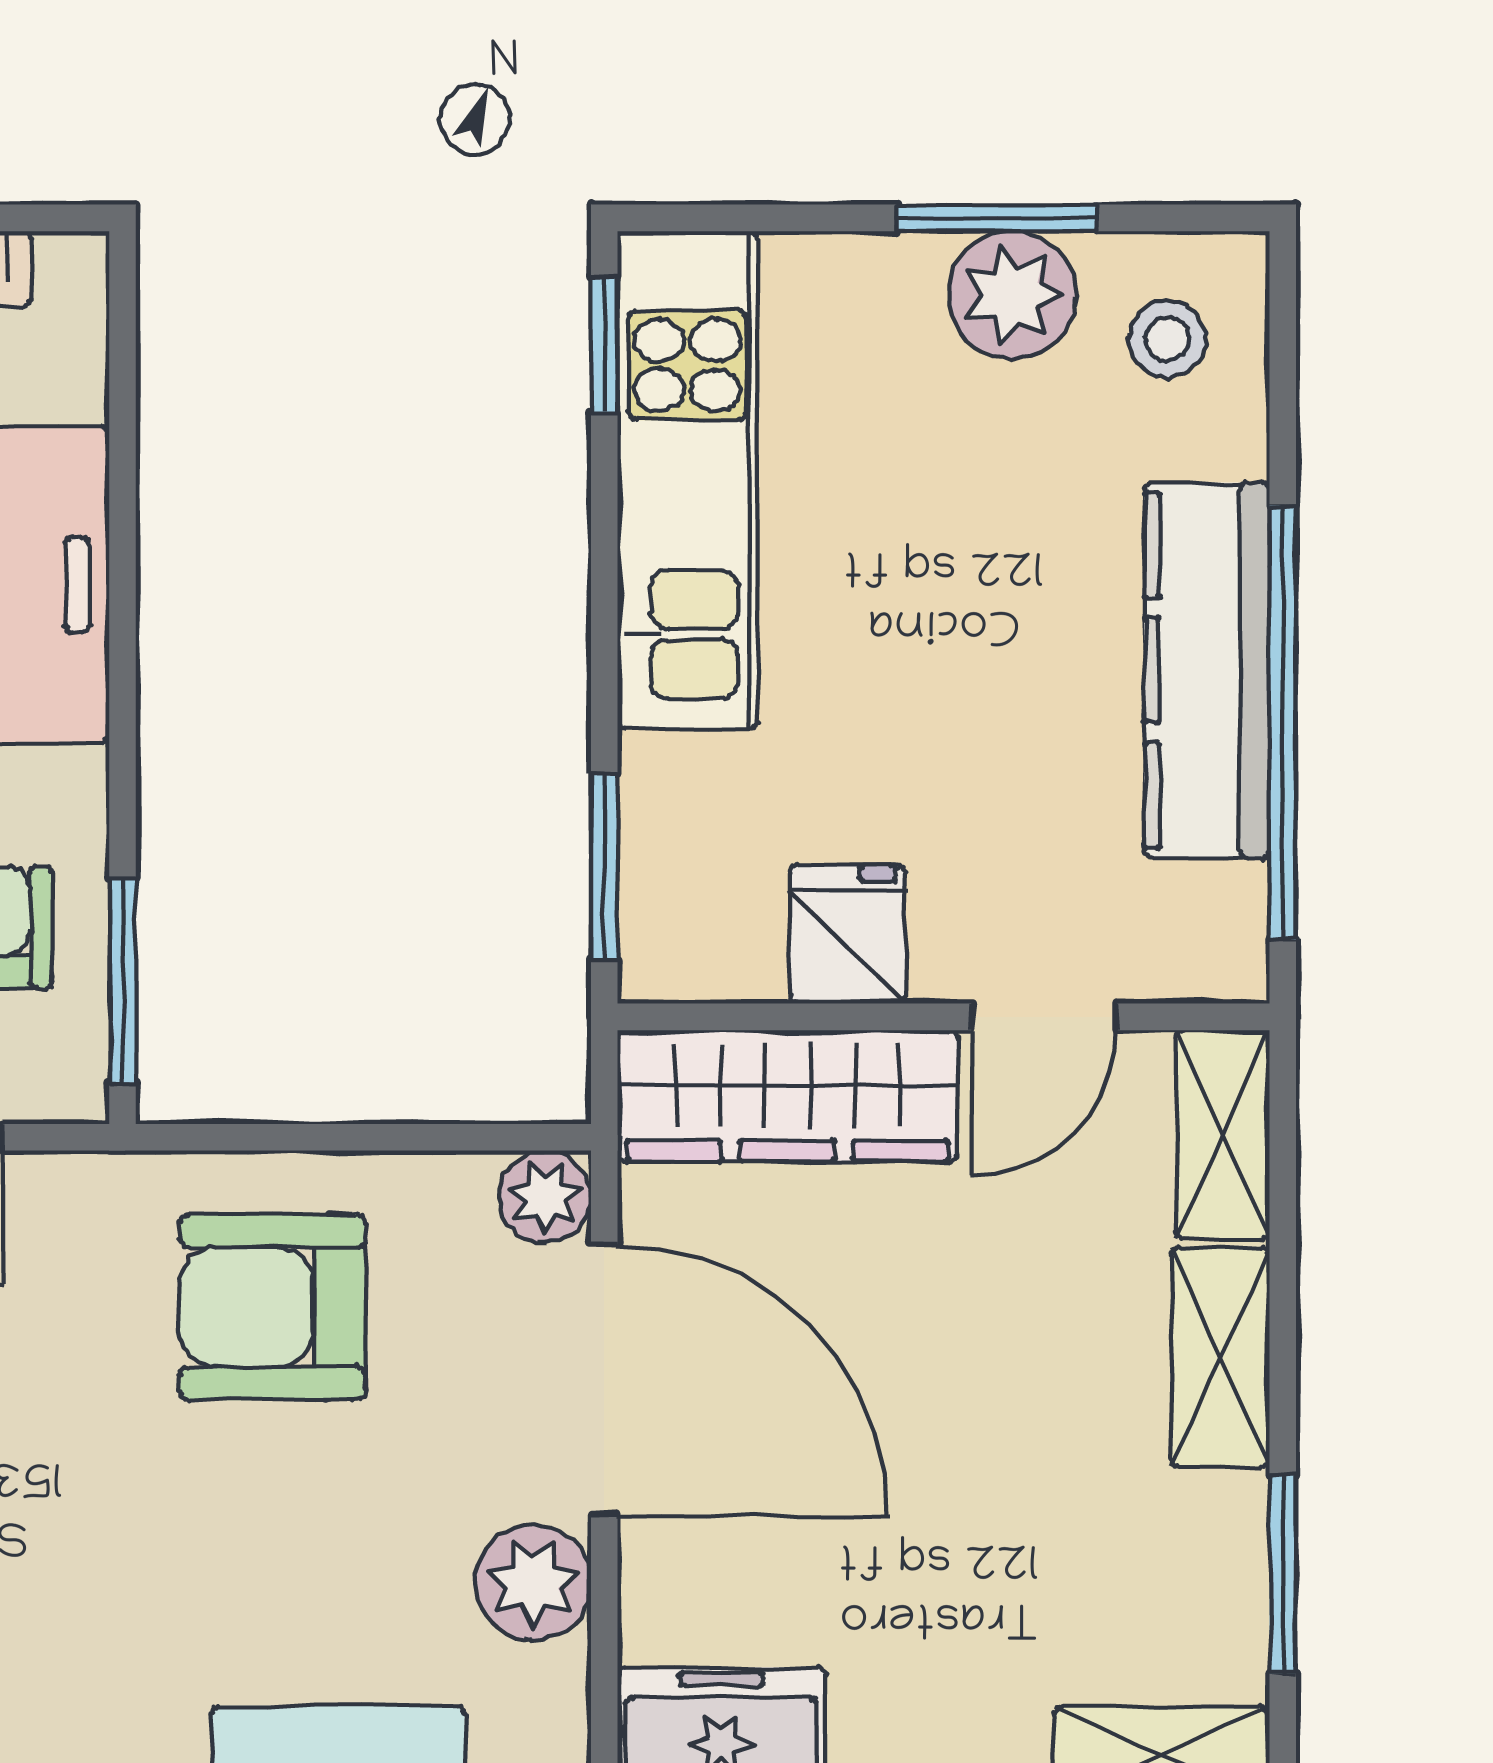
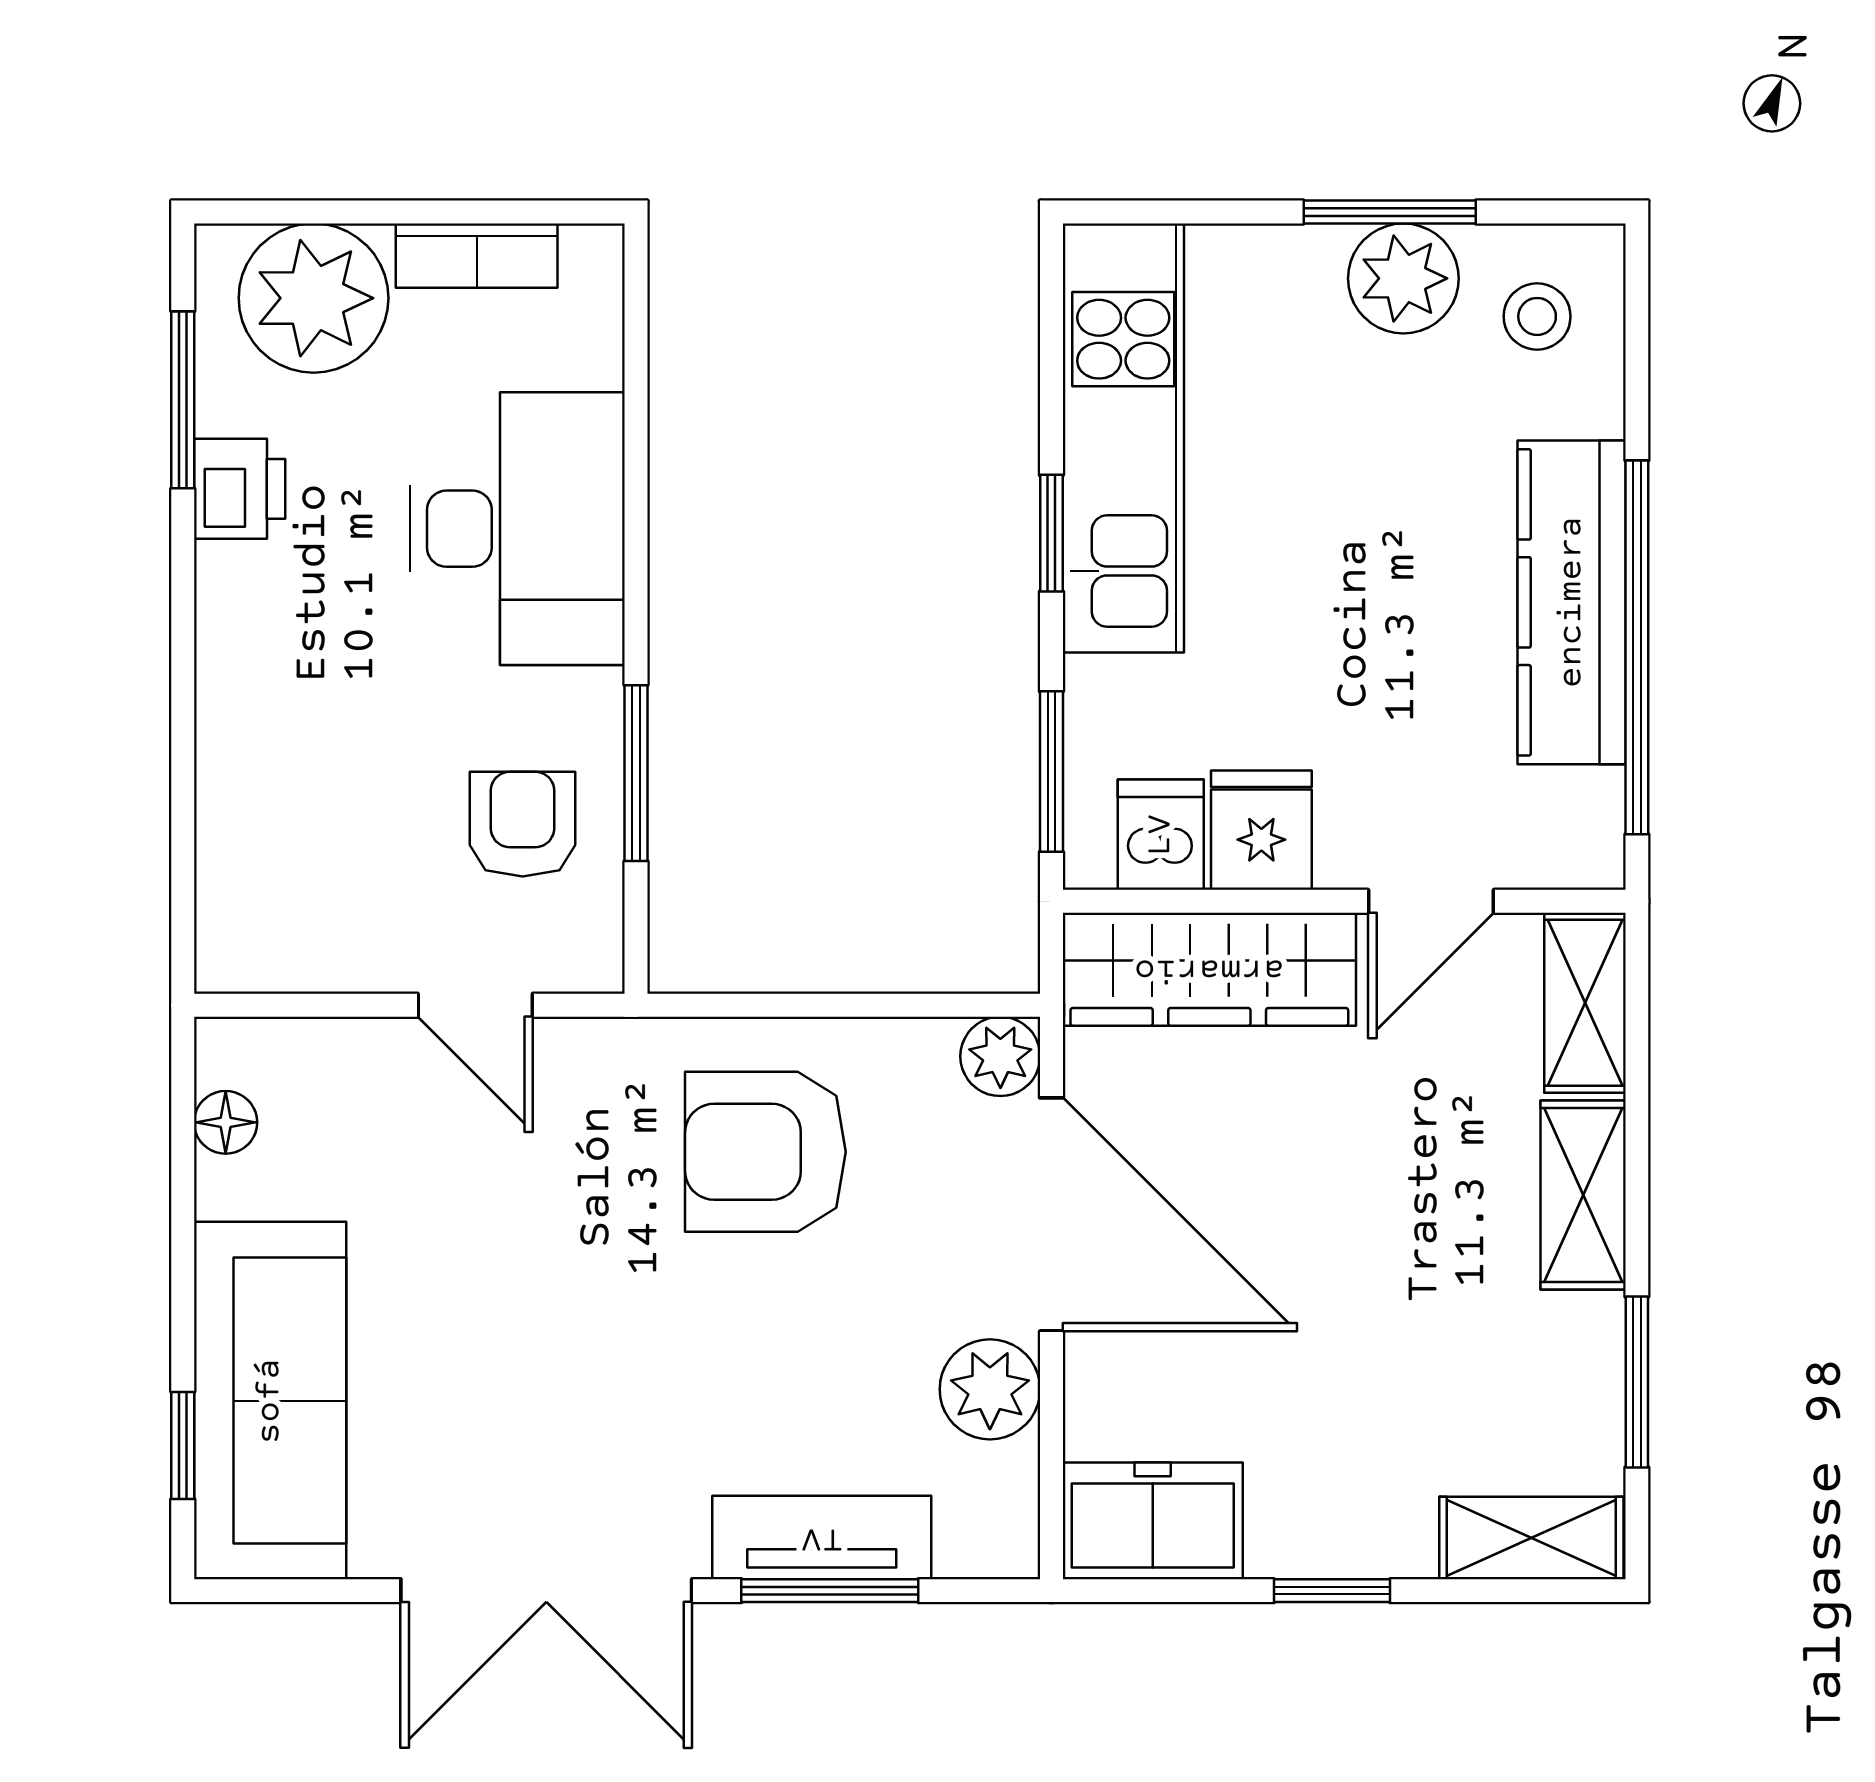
window: (604, 345) -> (1051, 533), moved
dishwasher: (731, 940) -> (1161, 835), added
window: (123, 980) -> (636, 773), moved

